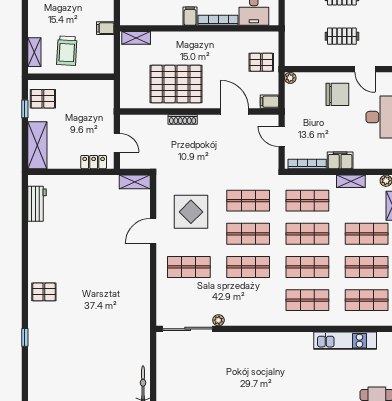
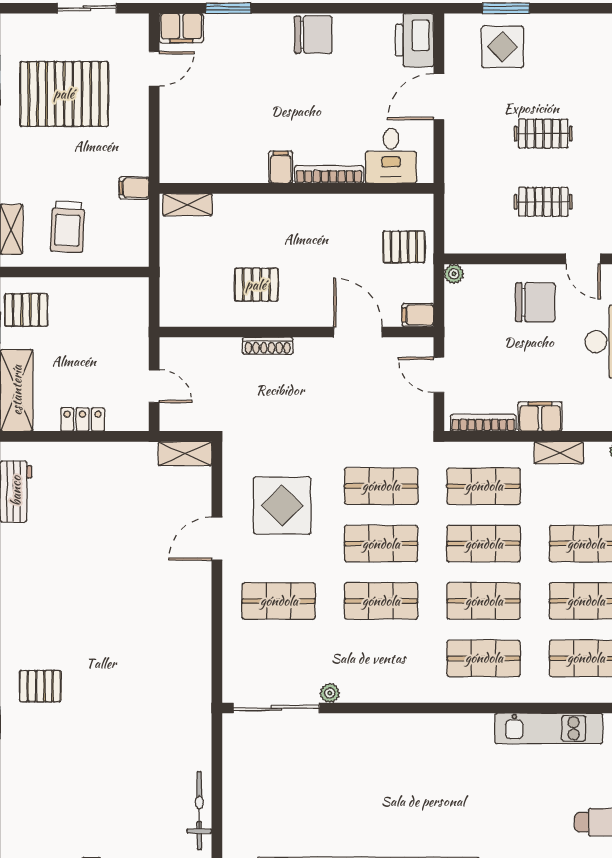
pallet: (176, 84) -> (256, 285), width x0.49, depth x0.50
locker: (94, 162) -> (83, 420), moved
pallet: (44, 292) -> (40, 686), moved

